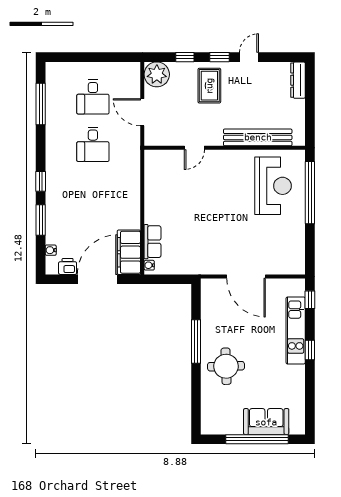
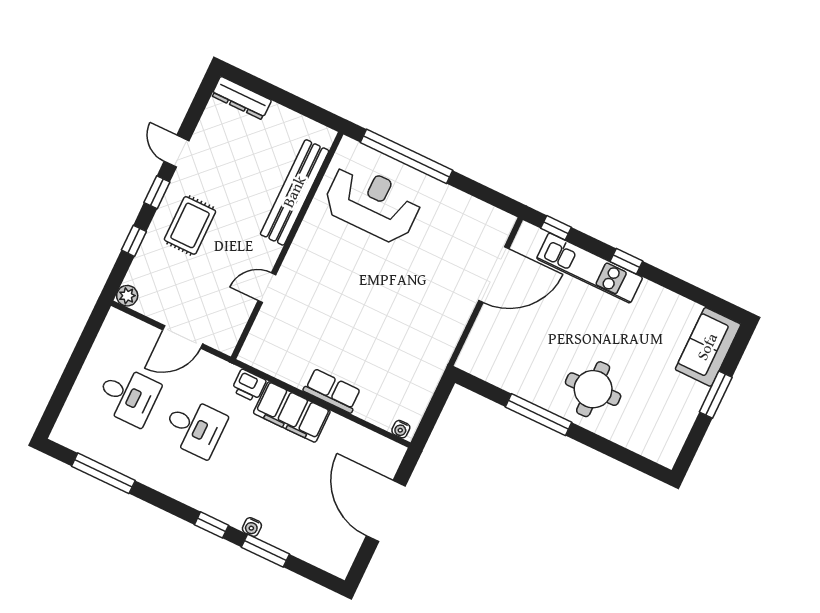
plant: (157, 74) -> (127, 296), width x0.53, depth x0.53
rug: (209, 86) -> (190, 225), turned 90
door: (194, 148) -> (267, 288), swing flipped
row of seats: (152, 242) -> (332, 391), moved
water cooler: (51, 250) -> (252, 527), moved
filing cabinet: (129, 252) -> (292, 412), moved
printer: (68, 266) -> (249, 386), moved, turned -90
door: (246, 276) -> (494, 274), moved
sofa: (266, 422) -> (708, 347), moved
window: (257, 439) -> (716, 395), width x0.47

